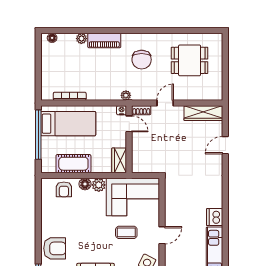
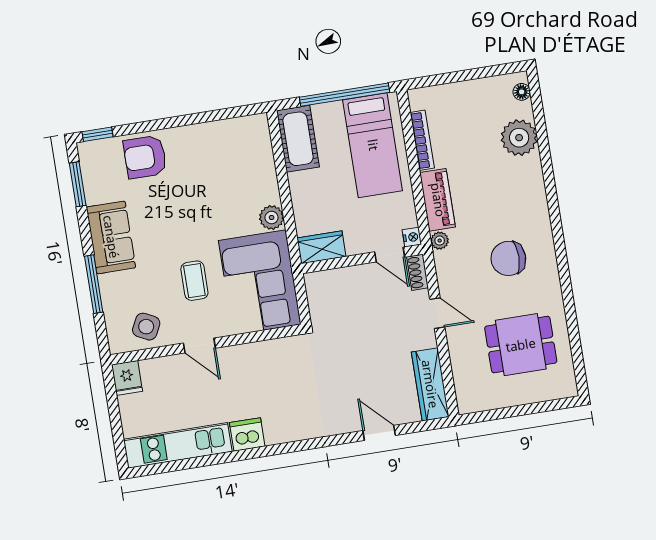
plant: (81, 39) -> (519, 138), width x1.87, depth x1.87
piano: (104, 41) -> (438, 200), moved, turned 180
dining table: (190, 60) -> (521, 345), turned 90
door: (129, 124) -> (390, 255), hinge flipped
cot: (73, 164) -> (298, 139), moved
floor lamp: (85, 184) -> (269, 193), removed
armchair: (64, 189) -> (254, 156), removed
armchair: (55, 248) -> (145, 157), turned 90

